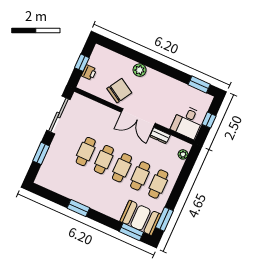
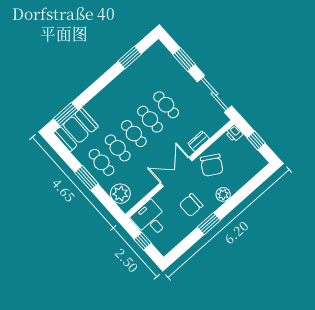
printer: (89, 72) -> (234, 133), moved
window: (199, 84) -> (209, 224), moved
chair: (161, 93) -> (191, 205), added
dresser: (160, 136) -> (199, 141), moved
plant: (183, 154) -> (120, 194), width x1.87, depth x1.87
window: (78, 208) -> (130, 57), moved
window: (164, 219) -> (86, 178), moved

